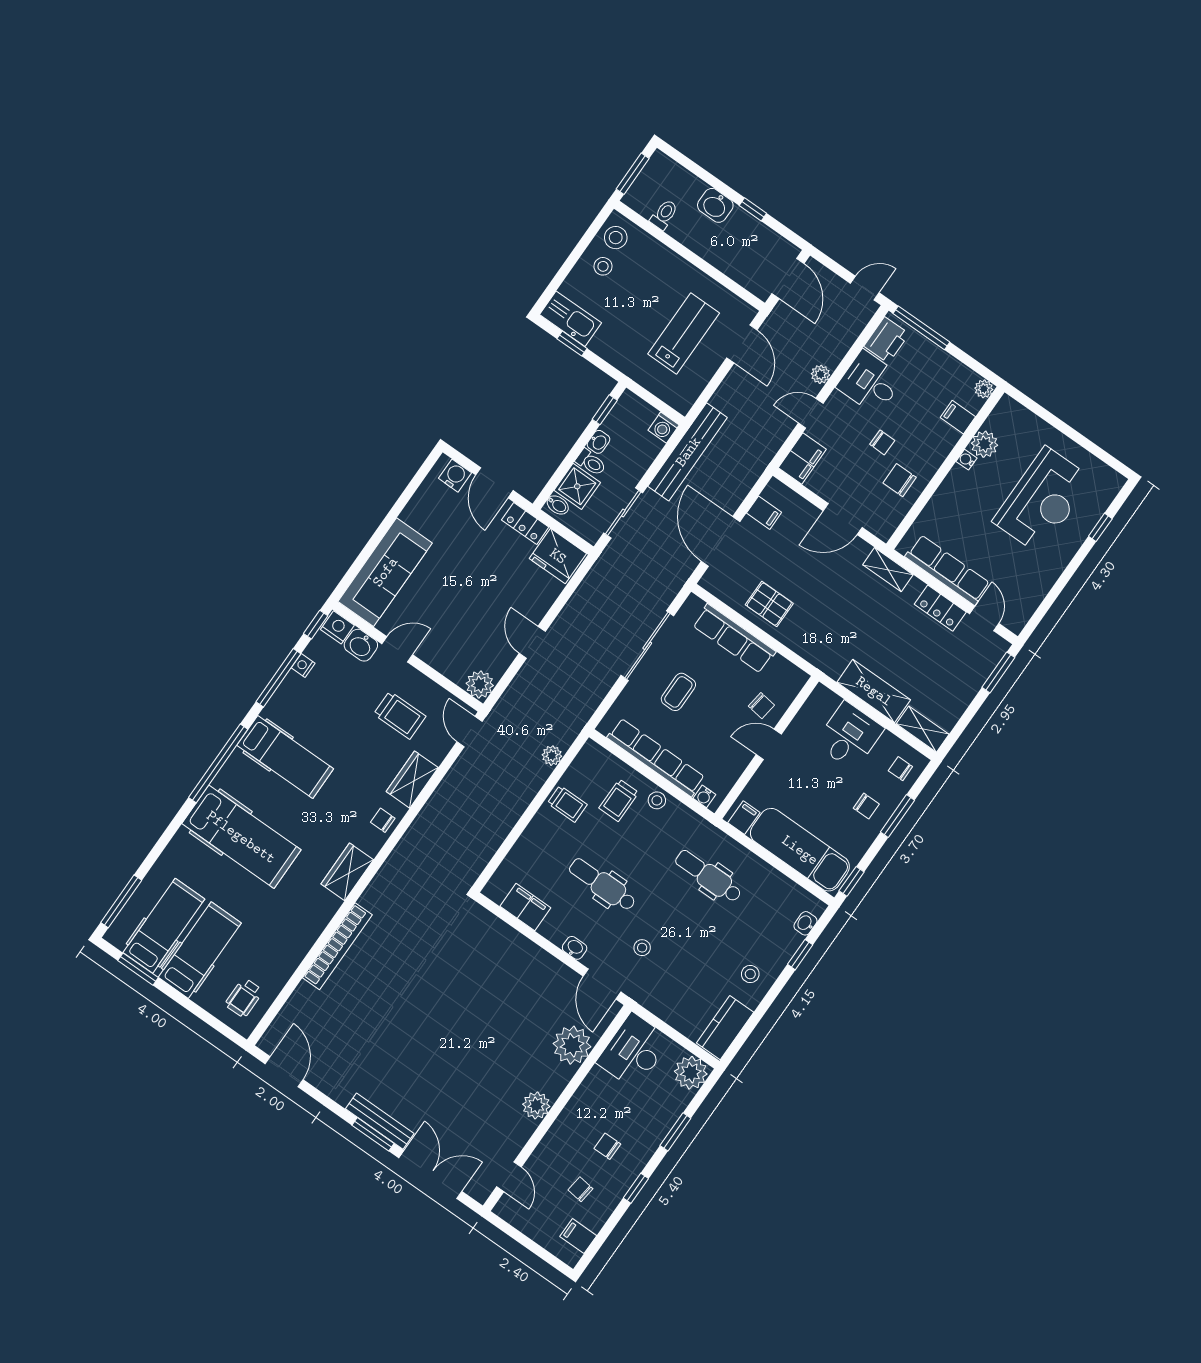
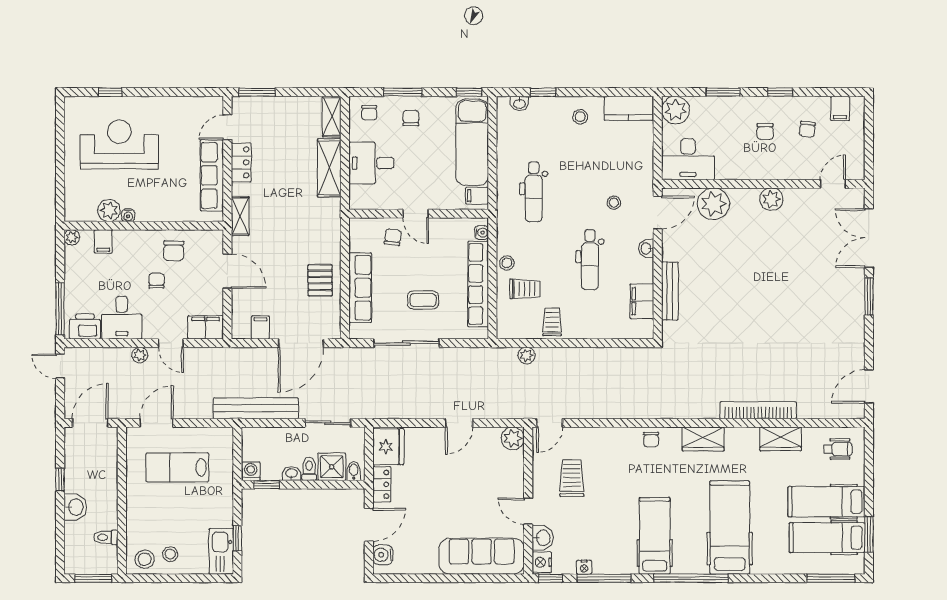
washing machine: (664, 428) -> (251, 471), moved, turned -90
wardrobe: (412, 780) -> (781, 439), moved
bench: (380, 1121) -> (670, 291), moved

